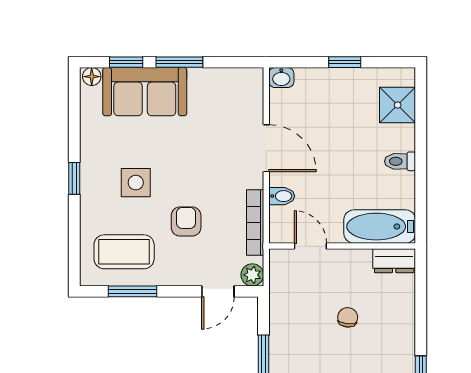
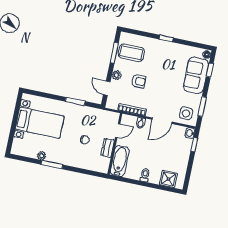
window: (179, 62) -> (202, 106), moved
window: (345, 62) -> (194, 145), moved
side table: (136, 183) -> (186, 113), moved
coffee table: (124, 252) -> (131, 53), turned 90
dresser: (394, 261) -> (108, 148), moved
plant: (252, 275) -> (117, 75), moved

